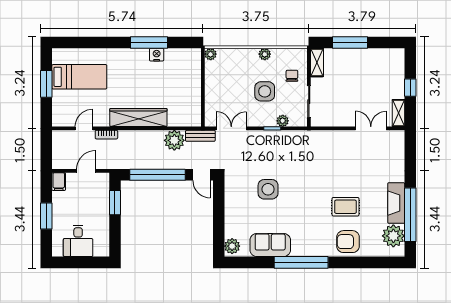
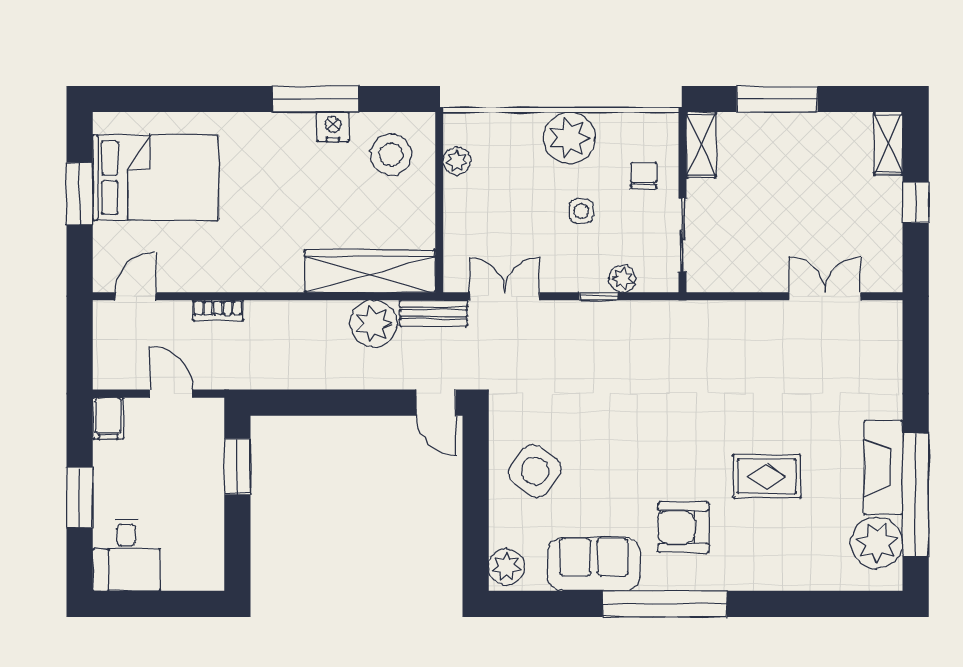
plant: (211, 54) -> (457, 161), moved
plant: (265, 54) -> (569, 138), width x1.87, depth x1.87
stool: (182, 67) -> (391, 155), added
bed: (79, 77) -> (156, 178), width x1.50
side table: (265, 91) -> (581, 211), width x0.54, depth x0.54
shelving: (398, 113) -> (888, 144), moved
wardrobe: (138, 118) -> (370, 271), moved
door: (84, 128) -> (135, 296), moved
door: (86, 171) -> (171, 394), hinge flipped
window: (158, 175) -> (335, 403), removed
side table: (268, 189) -> (535, 471), moved, turned 36
desk: (78, 241) -> (126, 555), moved
armchair: (348, 242) -> (683, 527), moved

